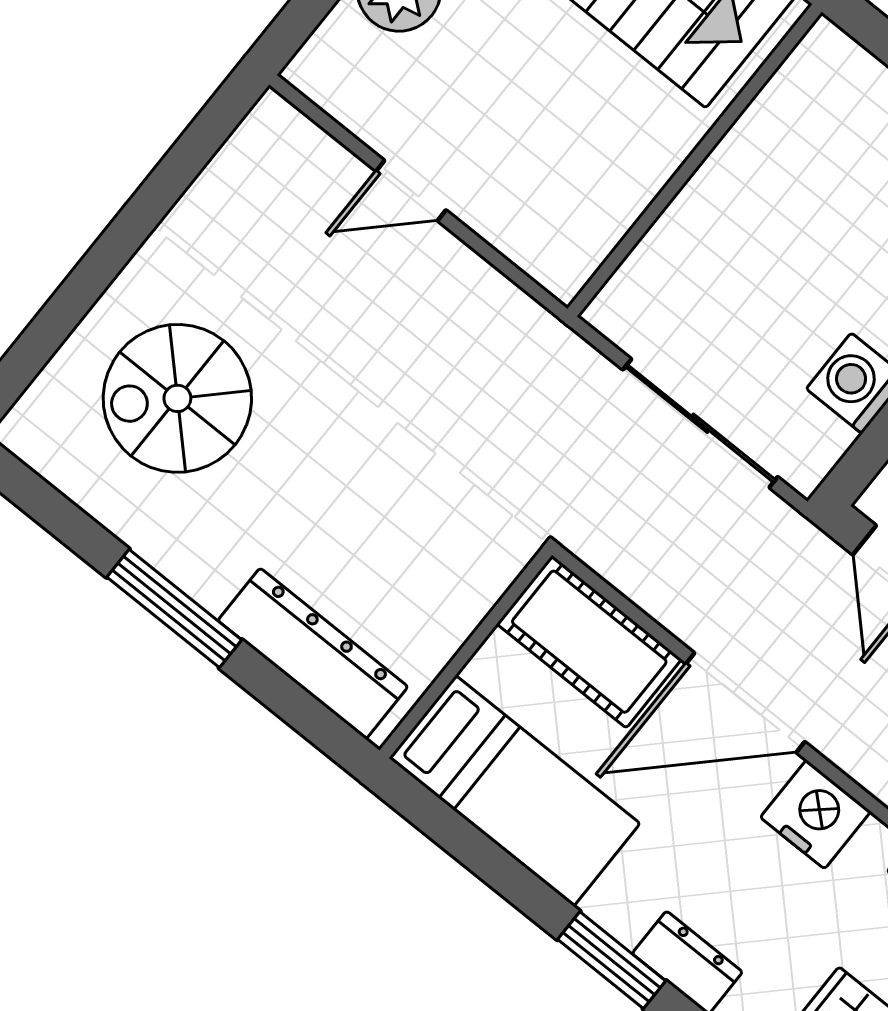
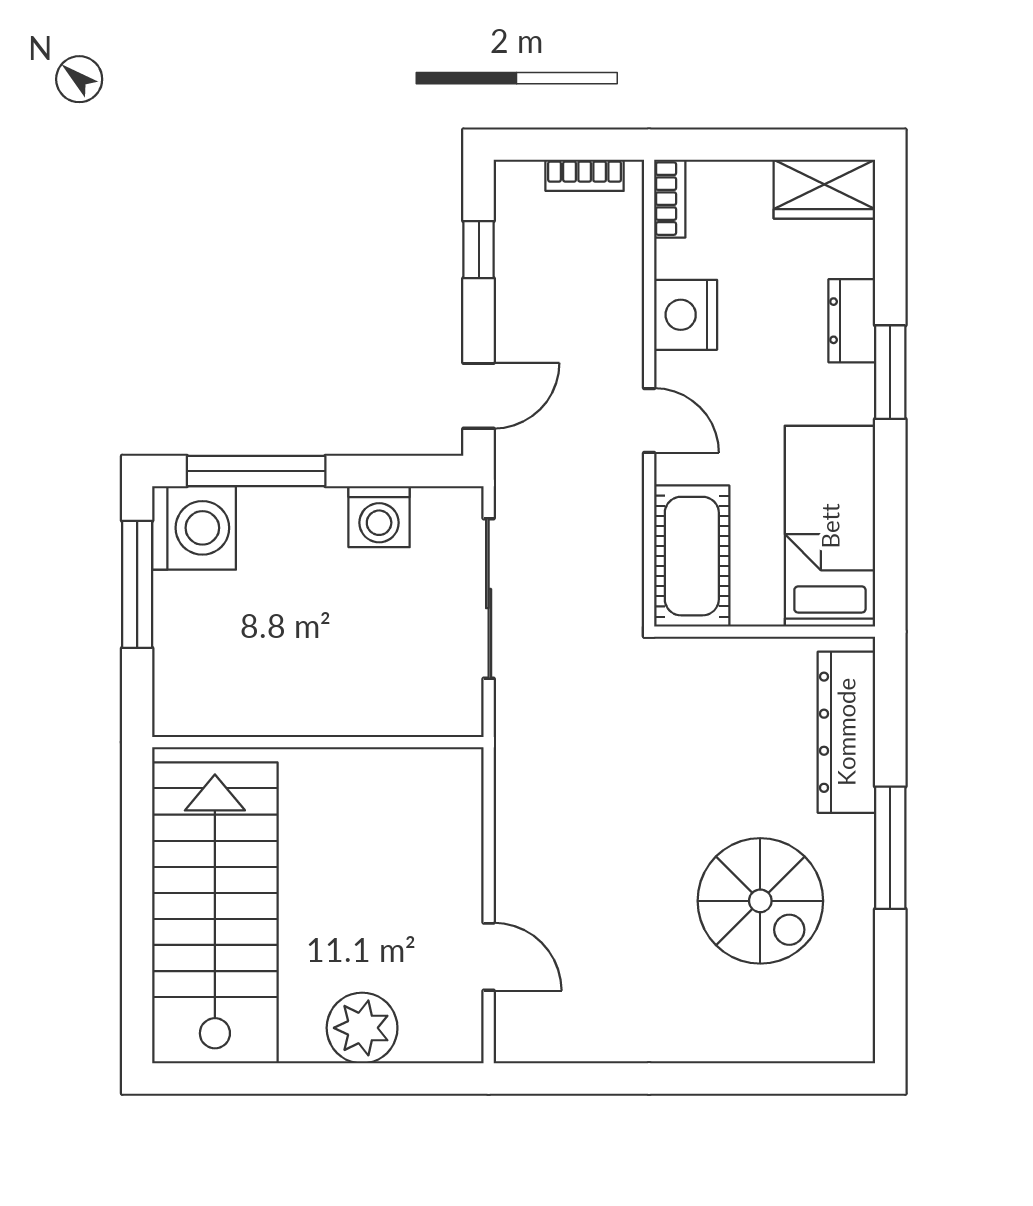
door: (411, 191) -> (489, 957), moved
spiral stairs: (177, 398) -> (760, 901), moved
door: (745, 703) -> (649, 420), width x0.53

